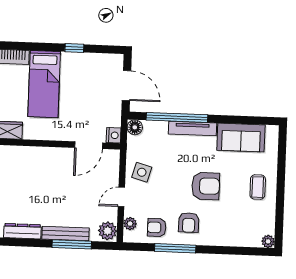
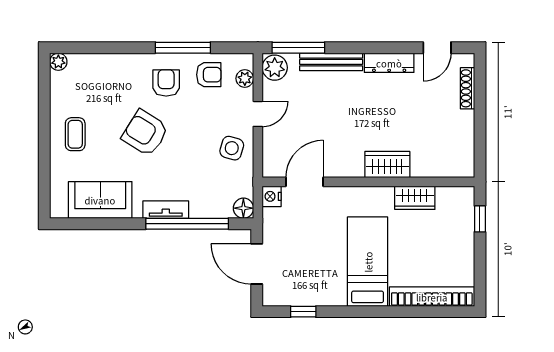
window: (74, 48) -> (303, 312), moved
tv unit: (192, 128) -> (166, 210), width x0.71
wardrobe: (27, 156) -> (387, 164), added
armchair: (206, 186) -> (145, 133), turned 32
window: (72, 244) -> (298, 48), moved

